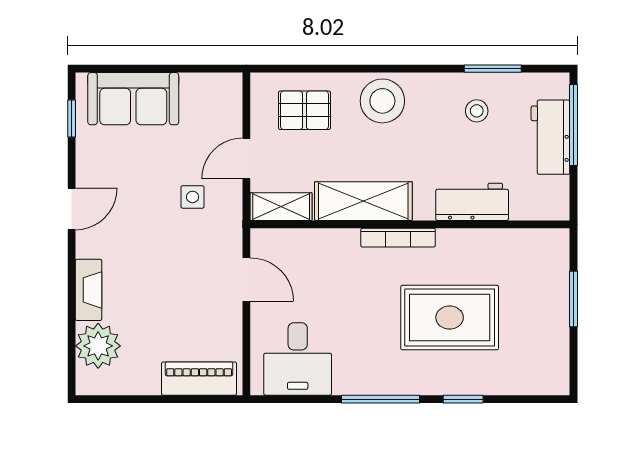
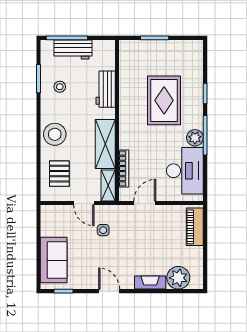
bookcase: (398, 238) -> (124, 169), moved
desk: (298, 359) -> (185, 171), width x1.37
plant: (376, 379) -> (195, 138), added

